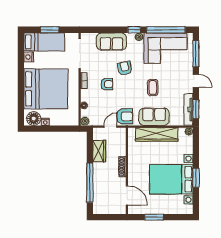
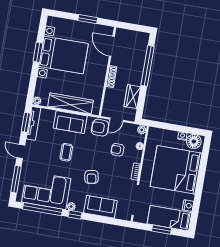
armchair: (107, 84) -> (117, 150), moved

